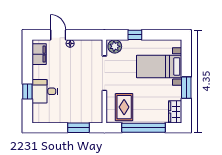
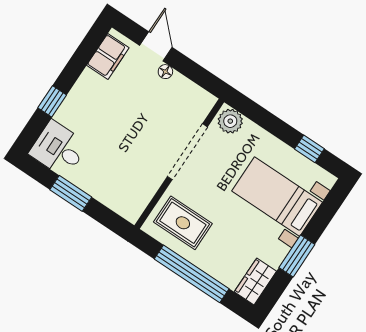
window: (135, 35) -> (309, 149), moved
desk: (45, 91) -> (59, 149), moved
rug: (124, 107) -> (183, 223), turned 90
window: (78, 128) -> (71, 193), moved

